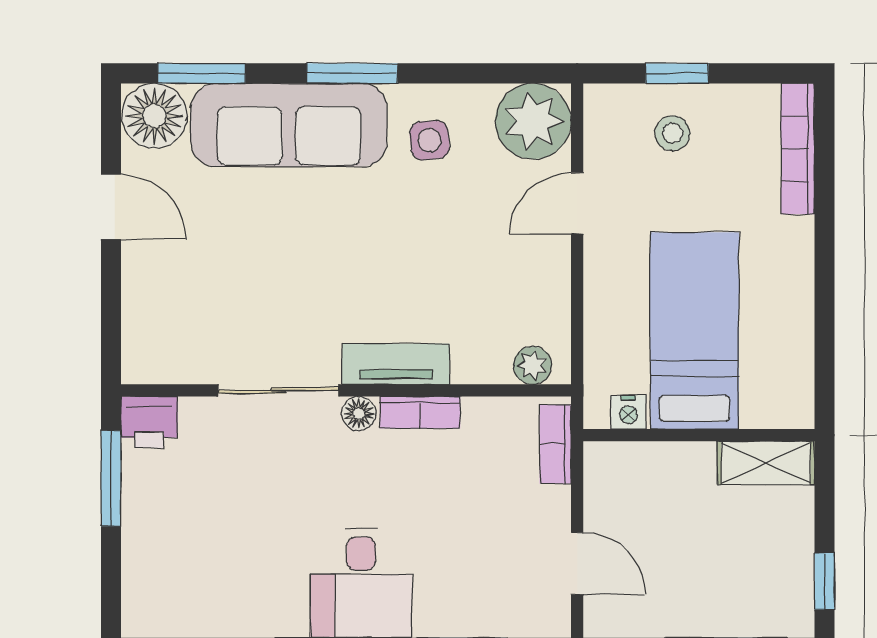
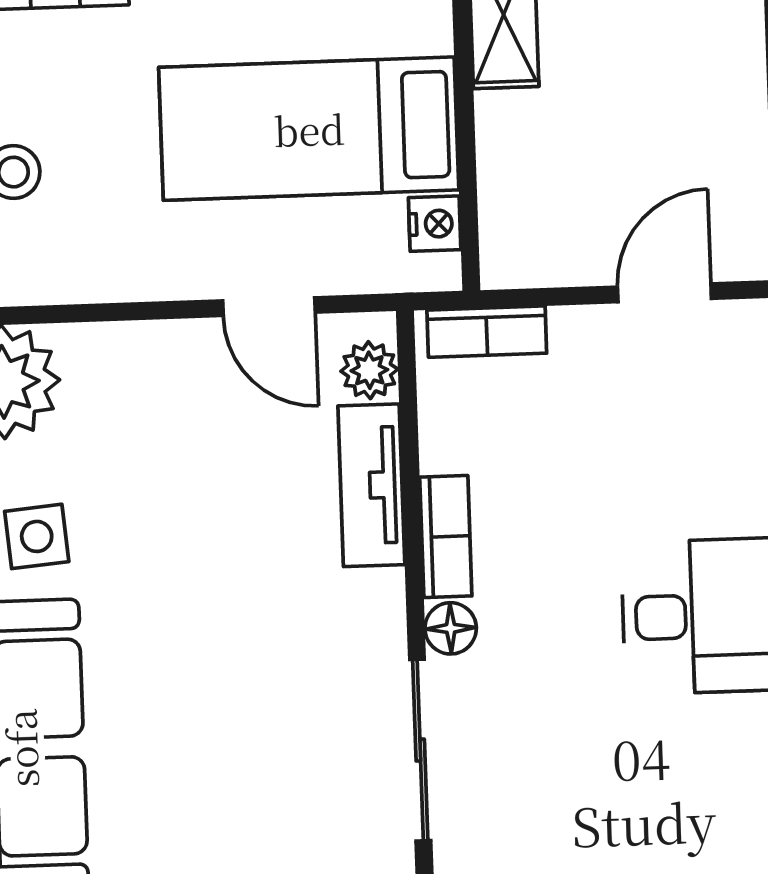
door: (577, 203) -> (269, 307), moved
tv unit: (396, 364) -> (371, 485), moved

